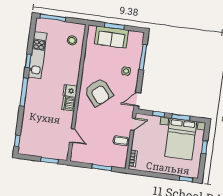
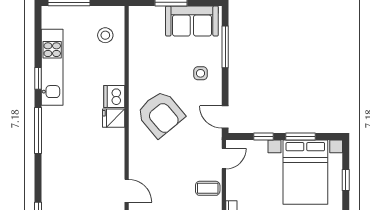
sofa: (111, 37) -> (192, 21), moved
door: (137, 99) -> (225, 117), hinge flipped
dishwasher: (69, 104) -> (114, 96), moved

